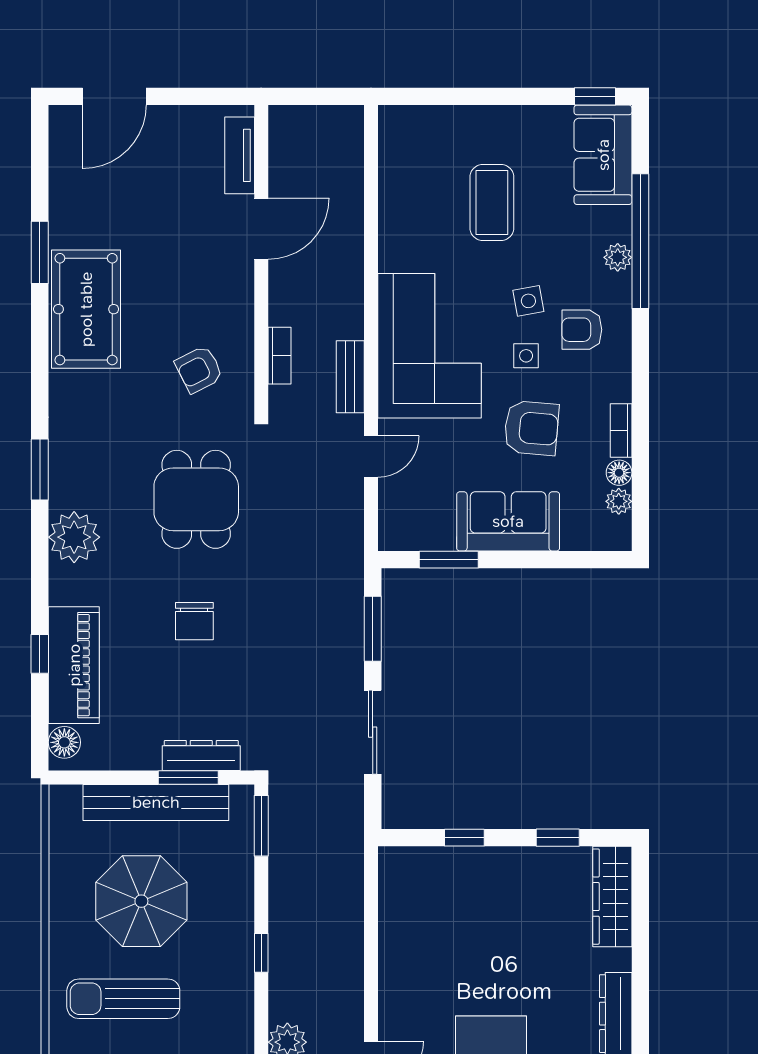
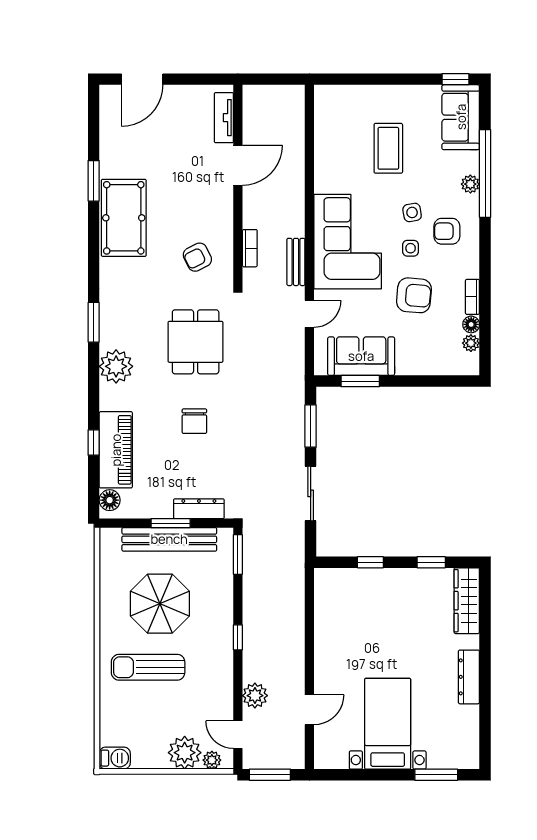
sofa: (508, 521) -> (361, 356), moved
window: (188, 778) -> (171, 523), moved

